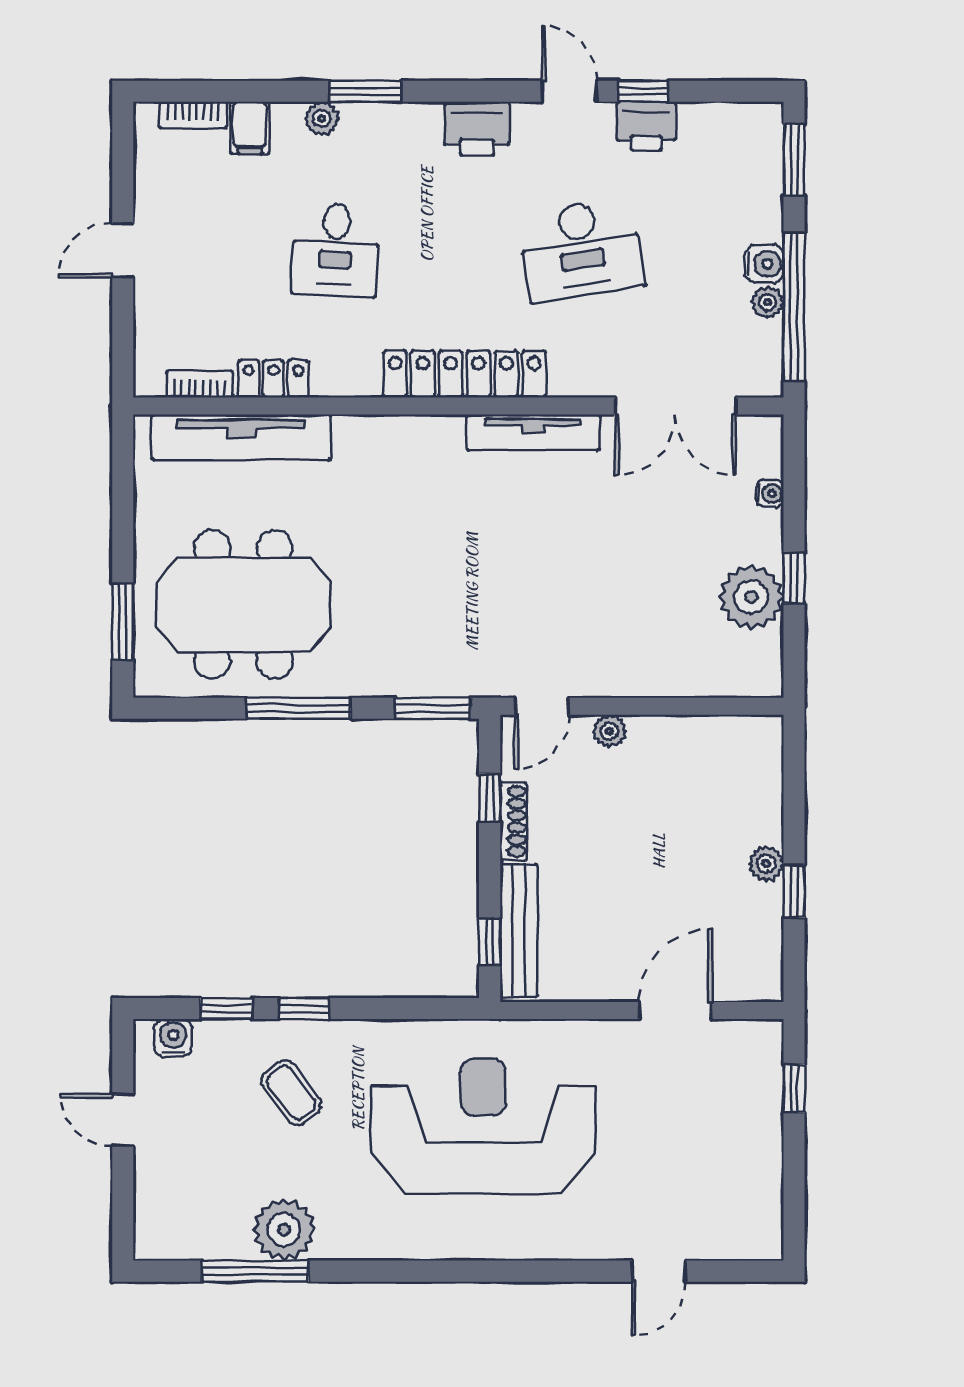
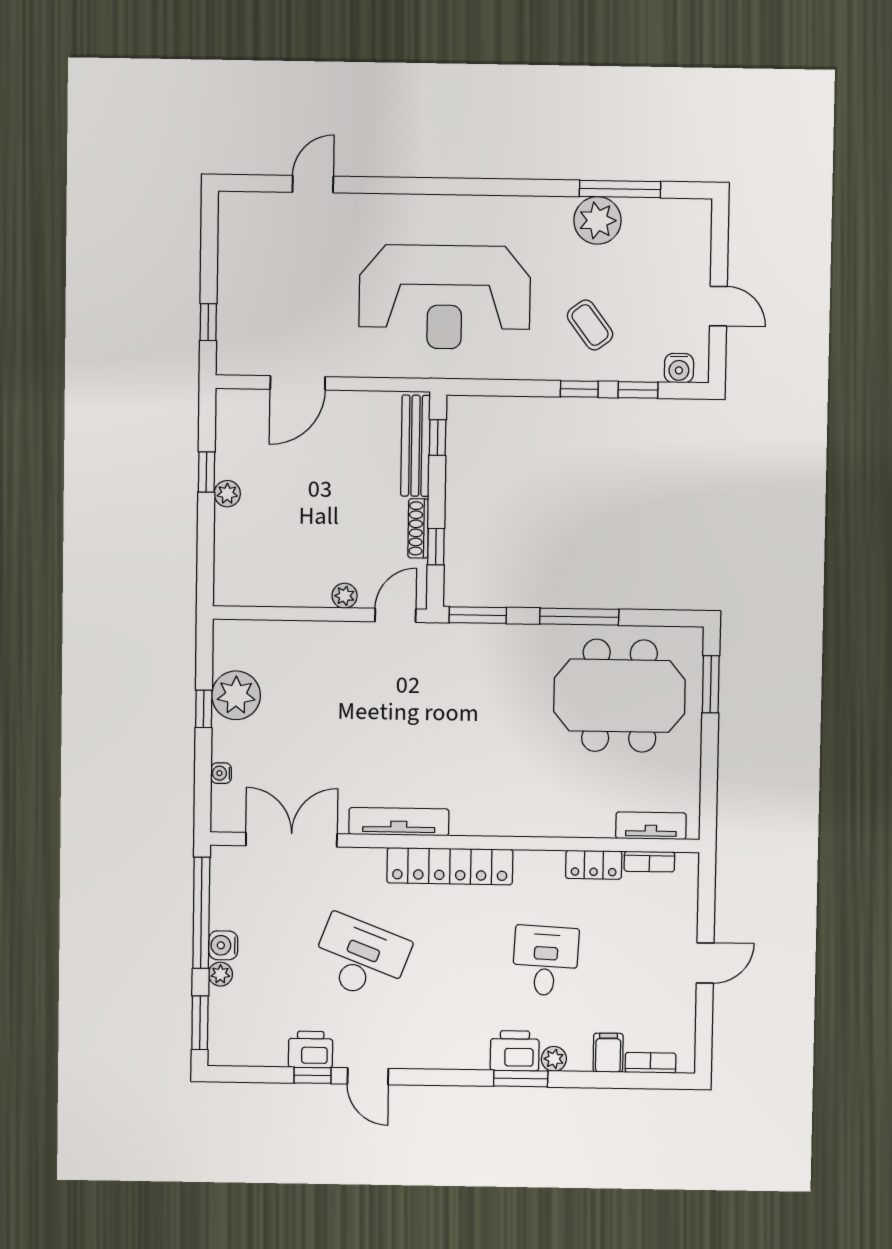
printer: (477, 128) -> (515, 1051), moved
desk: (581, 250) -> (361, 958), turned 30
plant: (768, 302) -> (220, 974), moved
tv unit: (241, 437) -> (651, 826), width x0.52, depth x0.78

